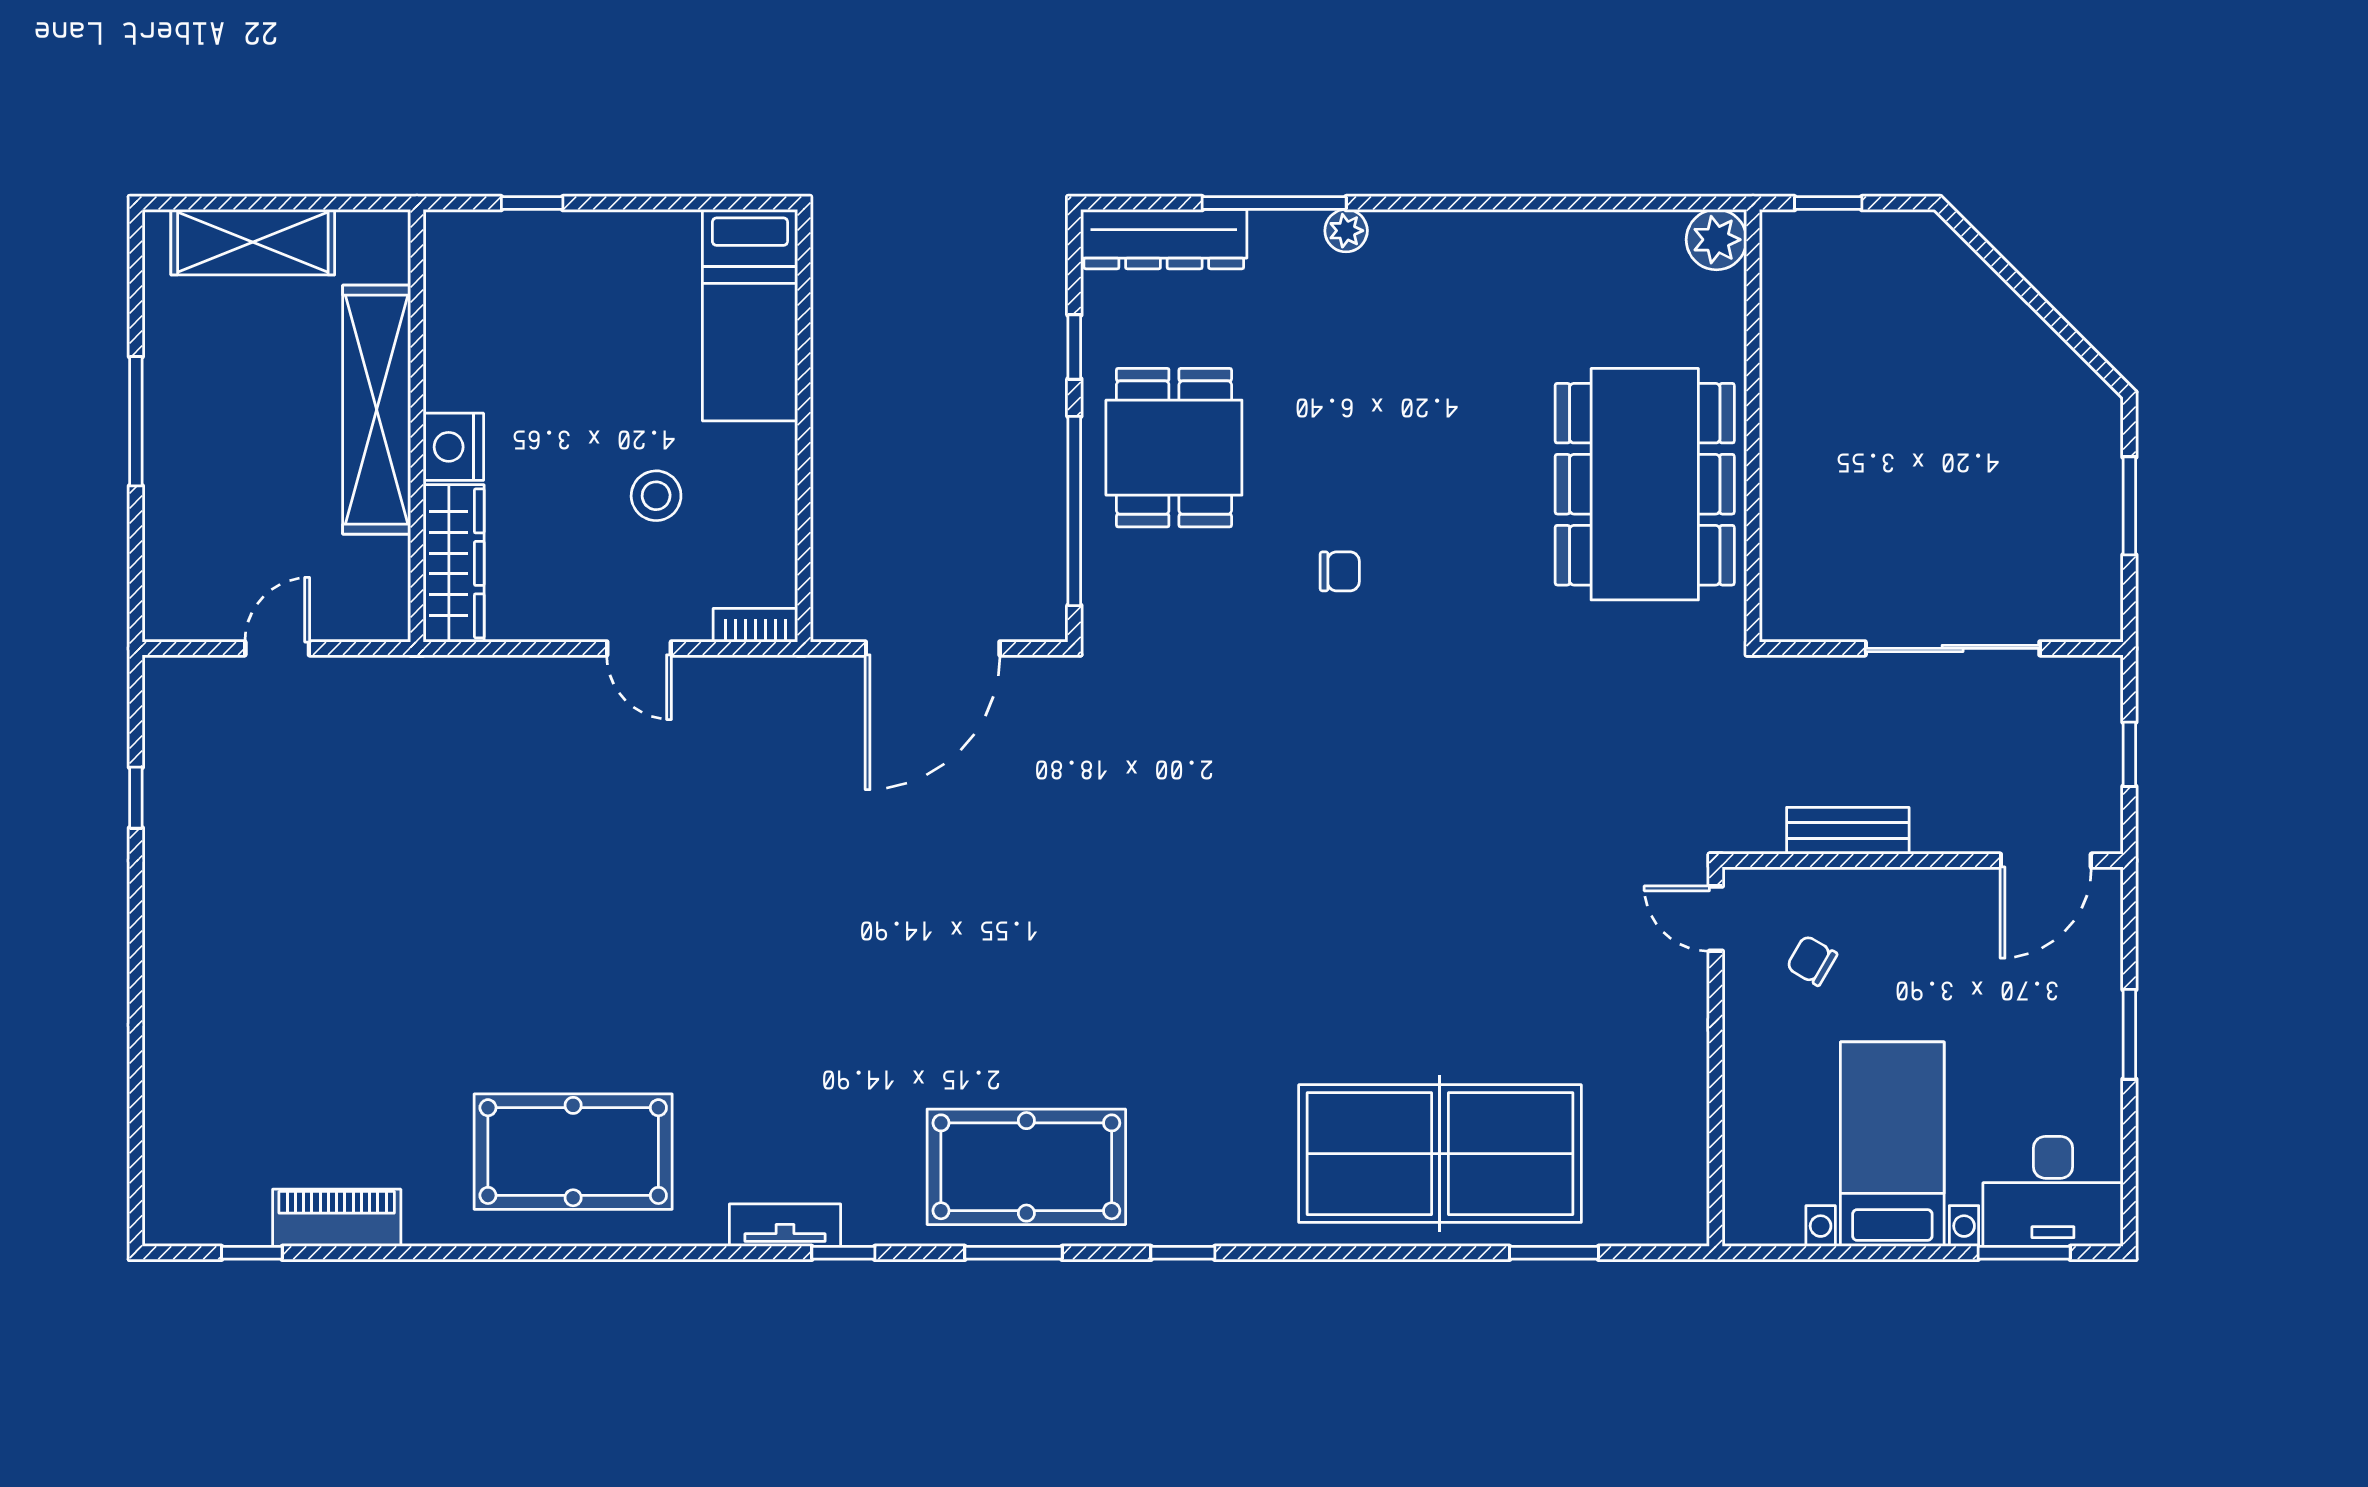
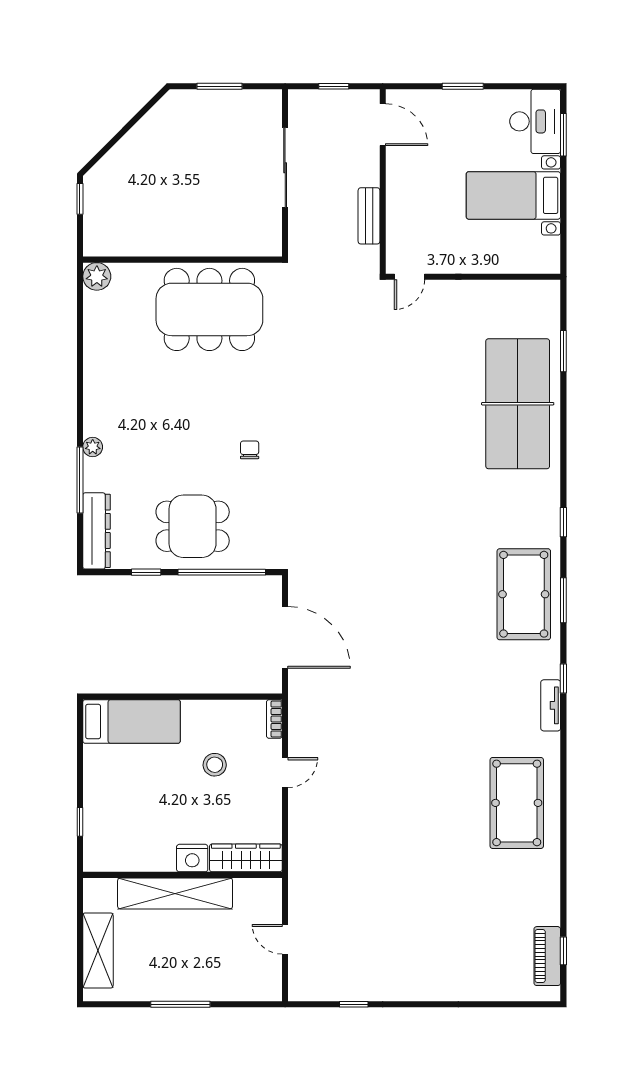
window: (1828, 203) -> (80, 199), moved
chair: (1812, 961) -> (429, 232), removed
piano: (337, 1218) -> (547, 956), moved

